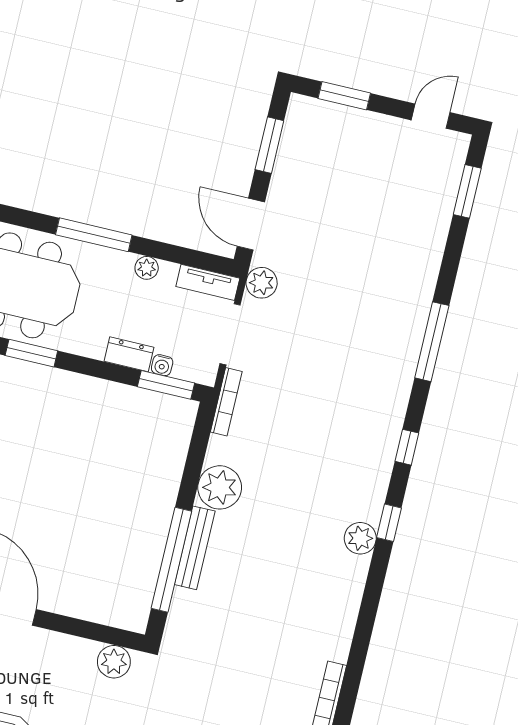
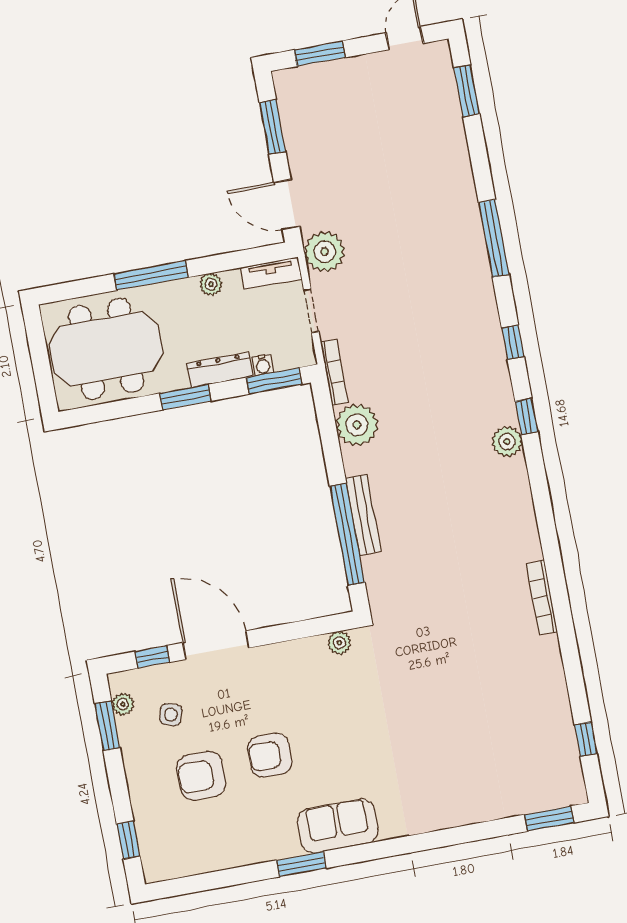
plant: (262, 283) -> (325, 252), width x1.36, depth x1.36
doorway: (230, 334) -> (311, 311), width x0.73
window: (31, 353) -> (185, 397), moved
dresser: (129, 354) -> (220, 370), width x1.44
plant: (220, 487) -> (357, 425), moved
plant: (114, 662) -> (339, 643), width x0.73, depth x0.73

